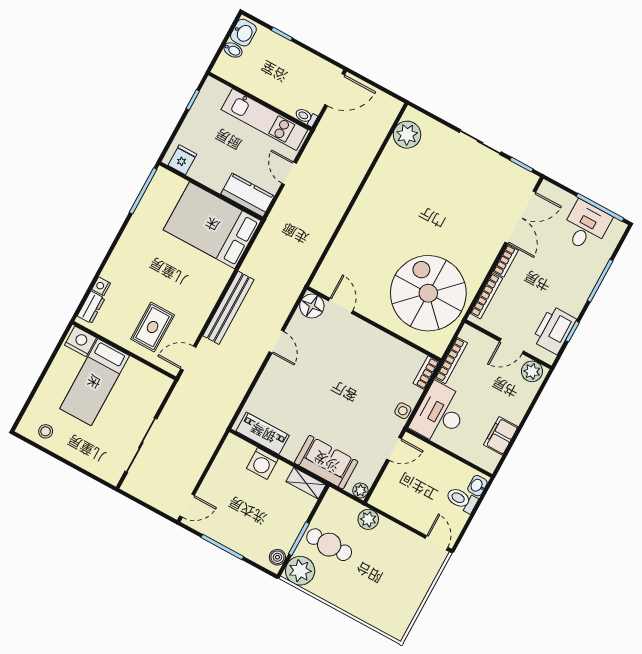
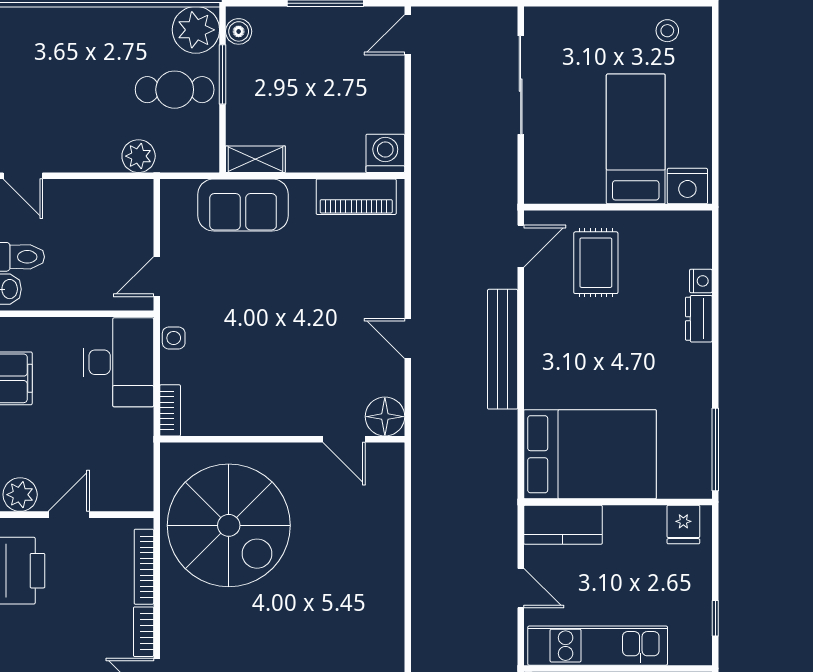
dresser: (91, 307) -> (699, 319), moved
bookcase: (451, 360) -> (144, 447), removed
washing machine: (262, 464) -> (385, 153), moved
plant: (360, 490) -> (172, 191), removed

